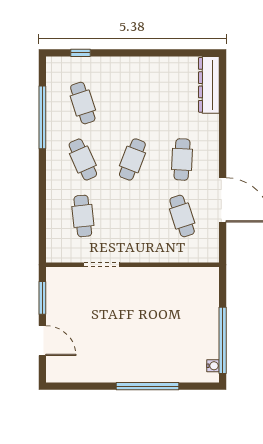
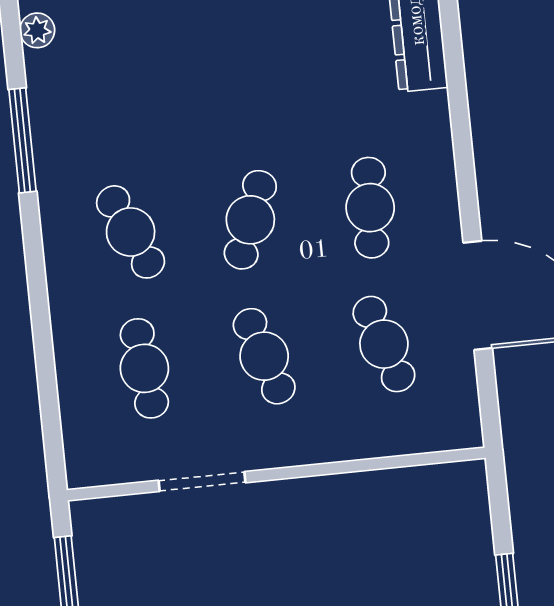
plant: (53, 73) -> (37, 30), added
cafe table: (83, 103) -> (264, 356), moved
window: (42, 117) -> (22, 140), width x0.68

